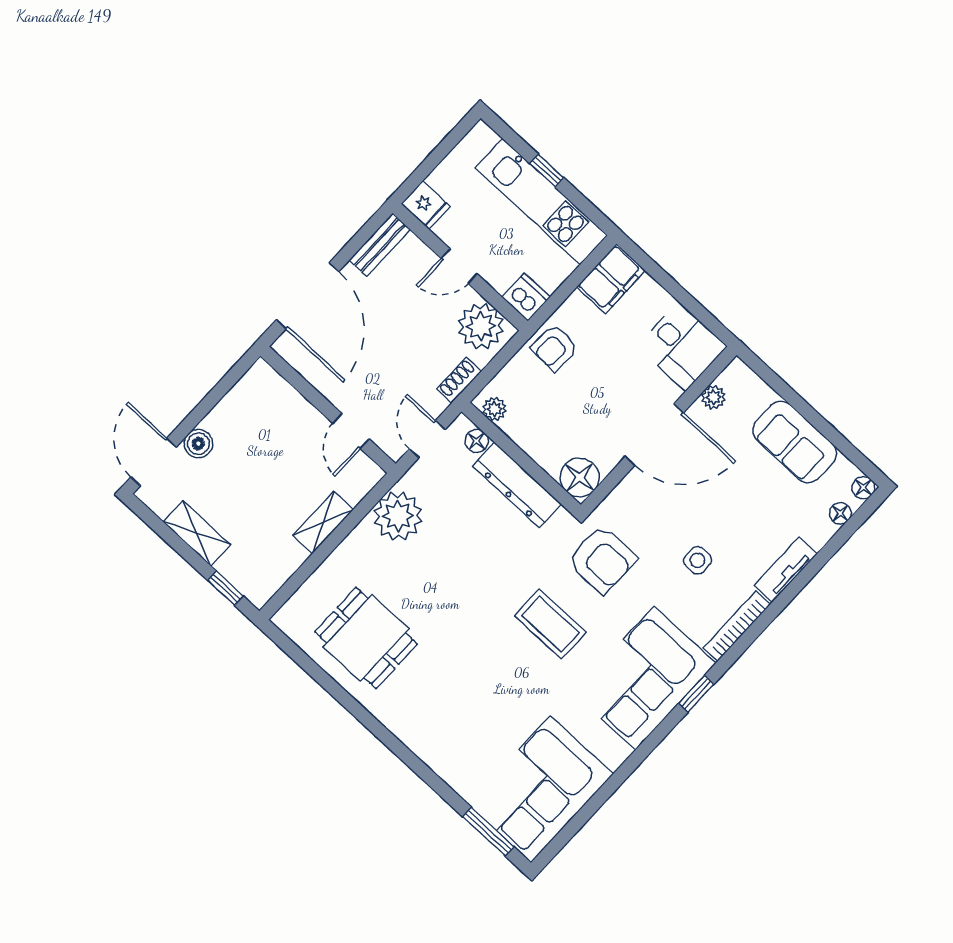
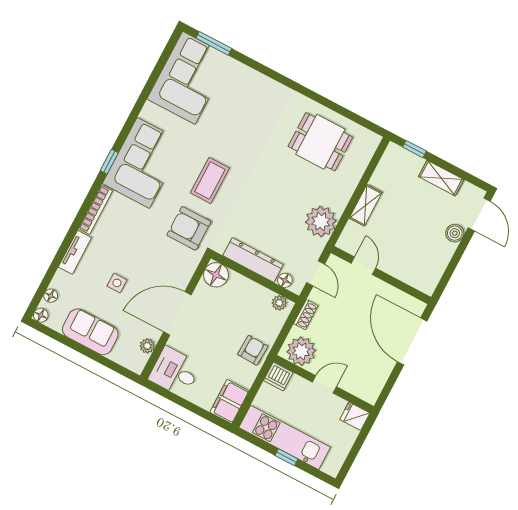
bench: (380, 245) -> (376, 384), removed
side table: (697, 560) -> (117, 283), moved
coffee table: (550, 624) -> (210, 180), turned 90

